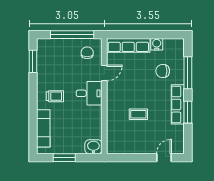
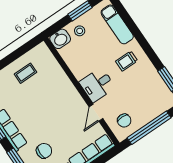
coffee table: (138, 114) -> (26, 73), moved
stool: (75, 143) -> (80, 31), added

